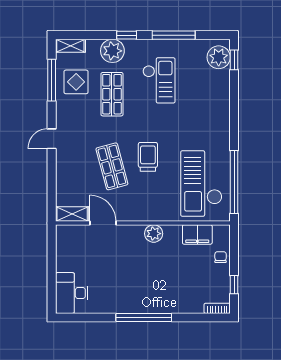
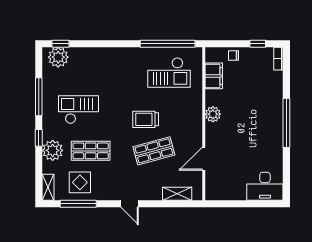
checkout: (201, 184) -> (169, 72), width x0.73, depth x0.83
shelving: (72, 214) -> (177, 194), moved, turned 90

